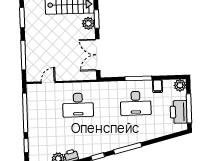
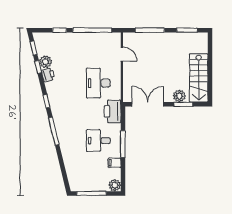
desk: (136, 103) -> (98, 141), width x0.73
printer: (179, 112) -> (113, 111), moved, turned -90

